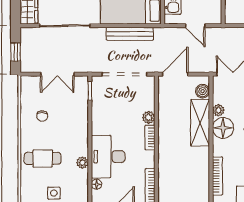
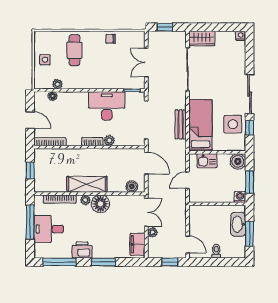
bench: (130, 34) -> (181, 124), width x0.73
plant: (218, 110) -> (85, 200), moved
chair: (42, 116) -> (111, 39), moved
shelving: (200, 123) -> (87, 184), moved
desk: (108, 157) -> (107, 106), moved
plant: (82, 163) -> (58, 84), moved

